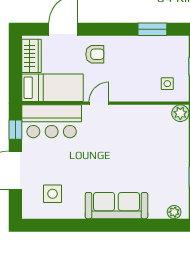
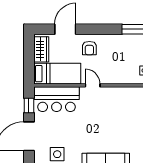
armchair: (95, 54) -> (89, 48), turned 90
door: (99, 103) -> (93, 85), hinge flipped

